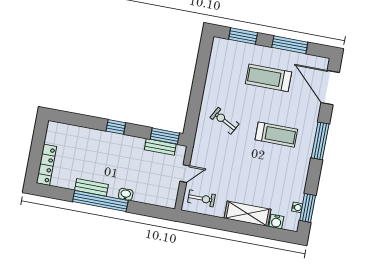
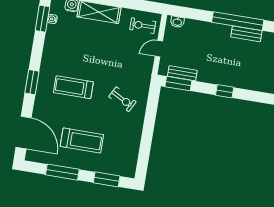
window: (320, 141) -> (32, 82), width x0.69
washbasin: (126, 194) -> (177, 22), moved

